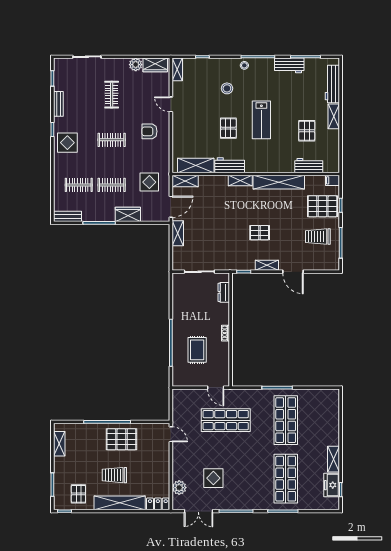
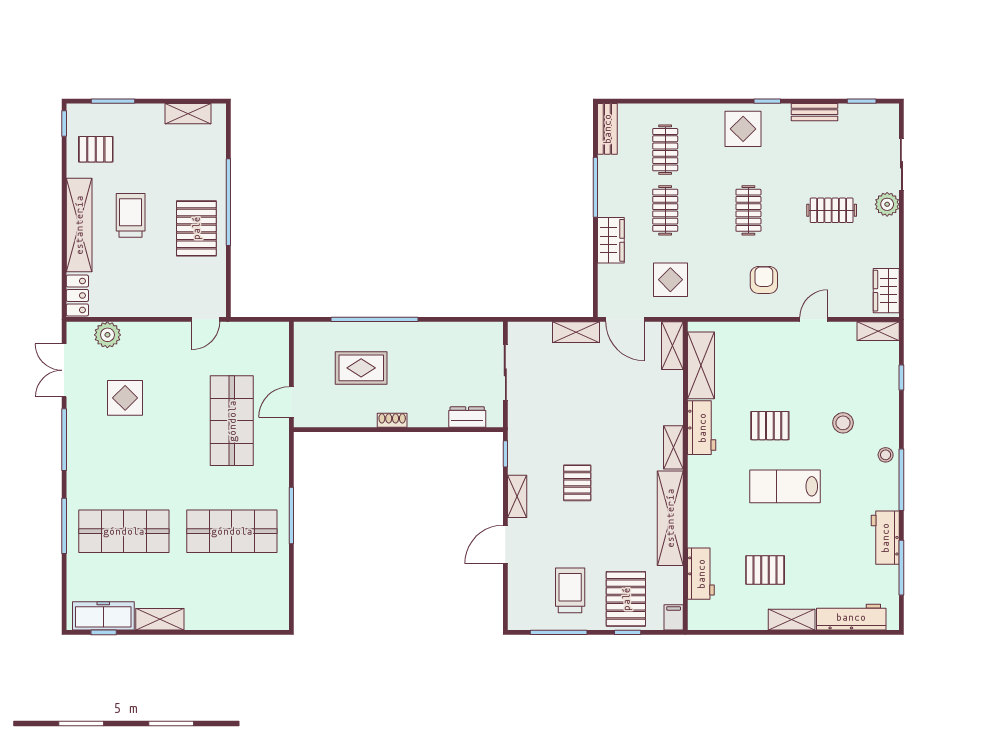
plant: (136, 65) -> (887, 204), moved
freezer: (332, 485) -> (103, 616), width x1.40

